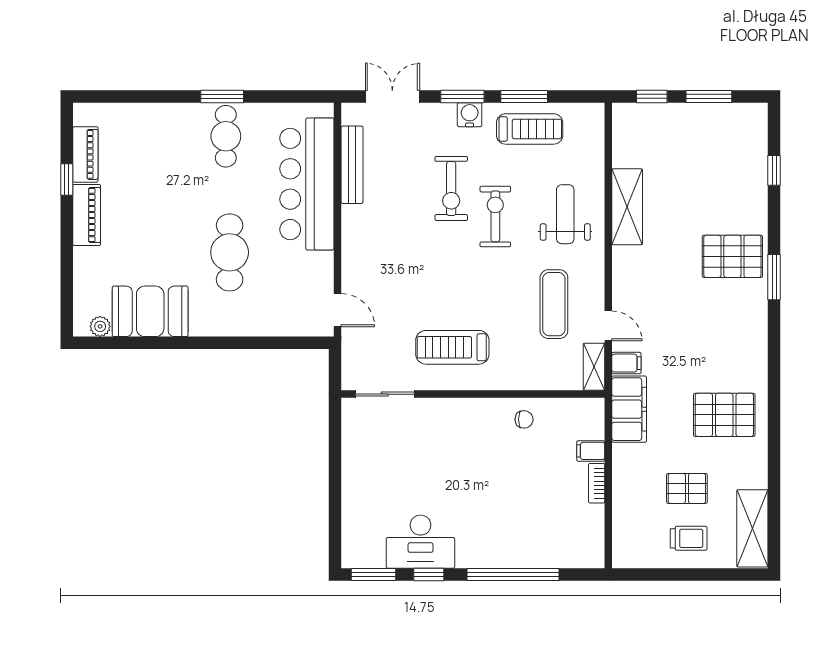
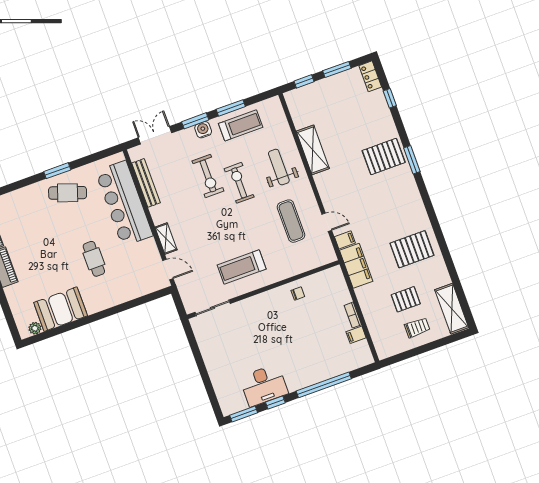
locker: (756, 125) -> (370, 76), added
cafe table: (226, 136) -> (68, 193), turned -71
cafe table: (230, 252) -> (94, 259), width x0.73, depth x0.74
shelving: (594, 367) -> (166, 238), moved
filing cabinet: (591, 451) -> (356, 335), moved

